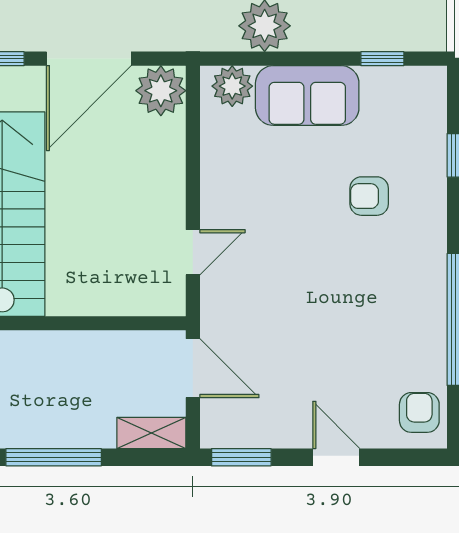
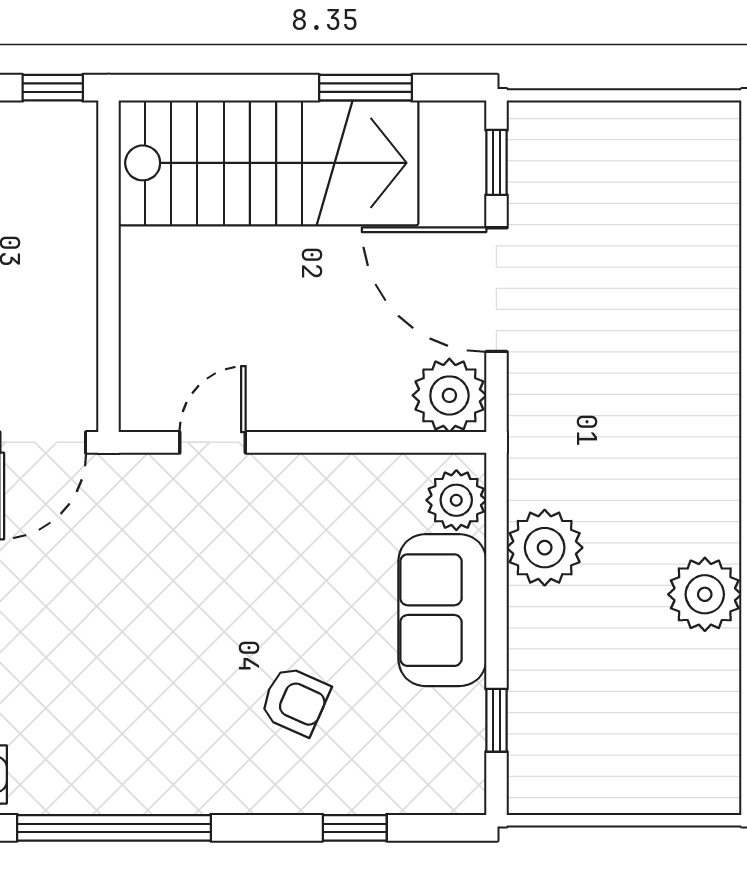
armchair: (369, 196) -> (295, 701), turned 114
door: (193, 252) -> (213, 442), swing flipped

